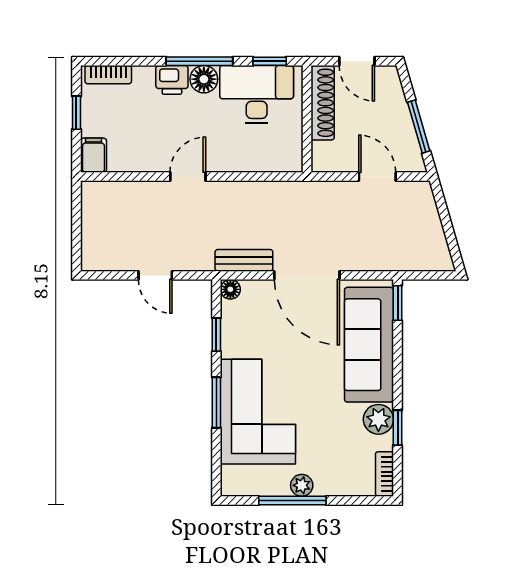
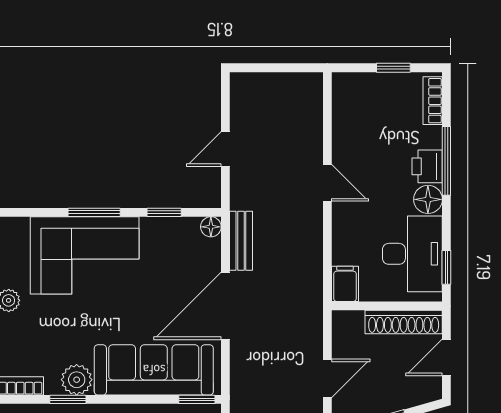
window: (199, 61) -> (446, 161), moved
filing cabinet: (93, 155) -> (345, 284), moved, turned -90

